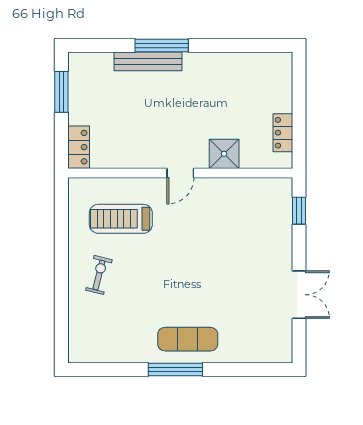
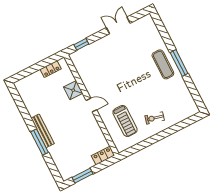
bench: (148, 61) -> (43, 131), moved

